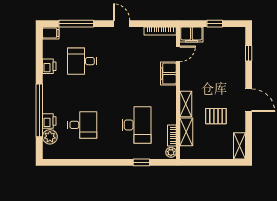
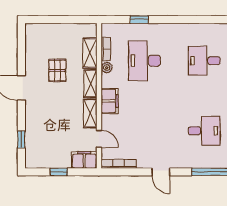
door: (178, 54) -> (99, 139), swing flipped
filing cabinet: (168, 74) -> (110, 101), moved
pallet: (216, 116) -> (57, 70), turned 90
shelving: (239, 146) -> (90, 113), moved
plant: (171, 152) -> (107, 68), moved

